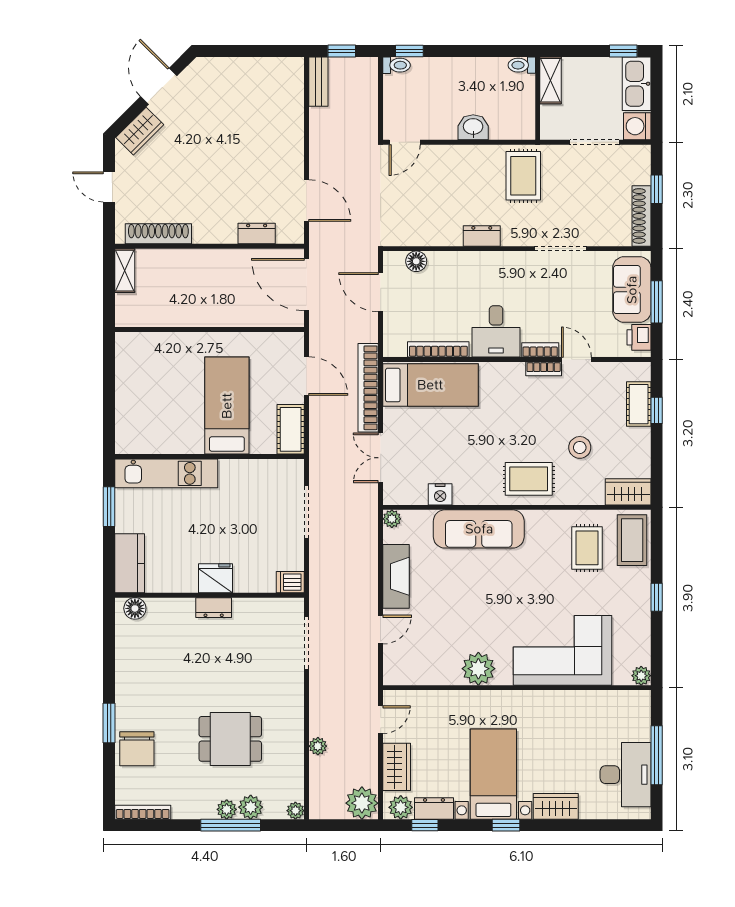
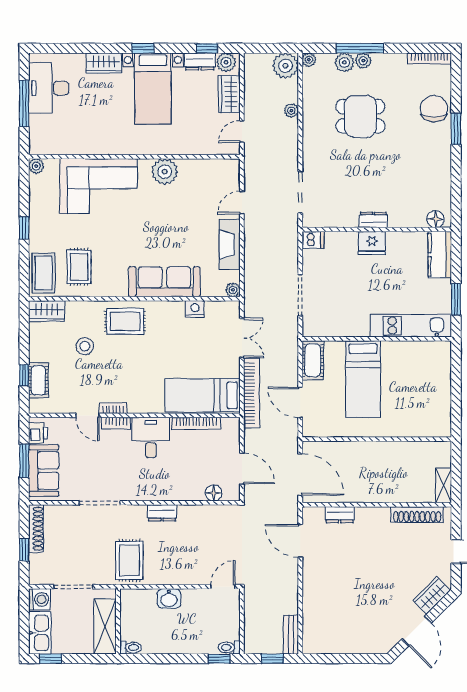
shelving: (551, 80) -> (105, 626), width x1.50, depth x1.33
plant: (362, 803) -> (286, 66), moved

